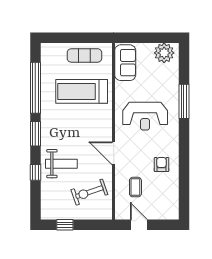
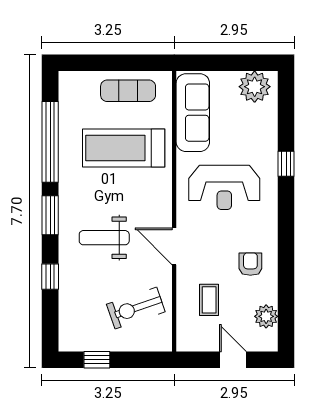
sofa: (125, 63) -> (193, 113), width x1.36
window: (184, 101) -> (286, 164), width x0.46
weight bench: (61, 164) -> (104, 238), moved, turned 180
plant: (171, 197) -> (266, 316), added
door: (139, 225) -> (233, 360), moved

